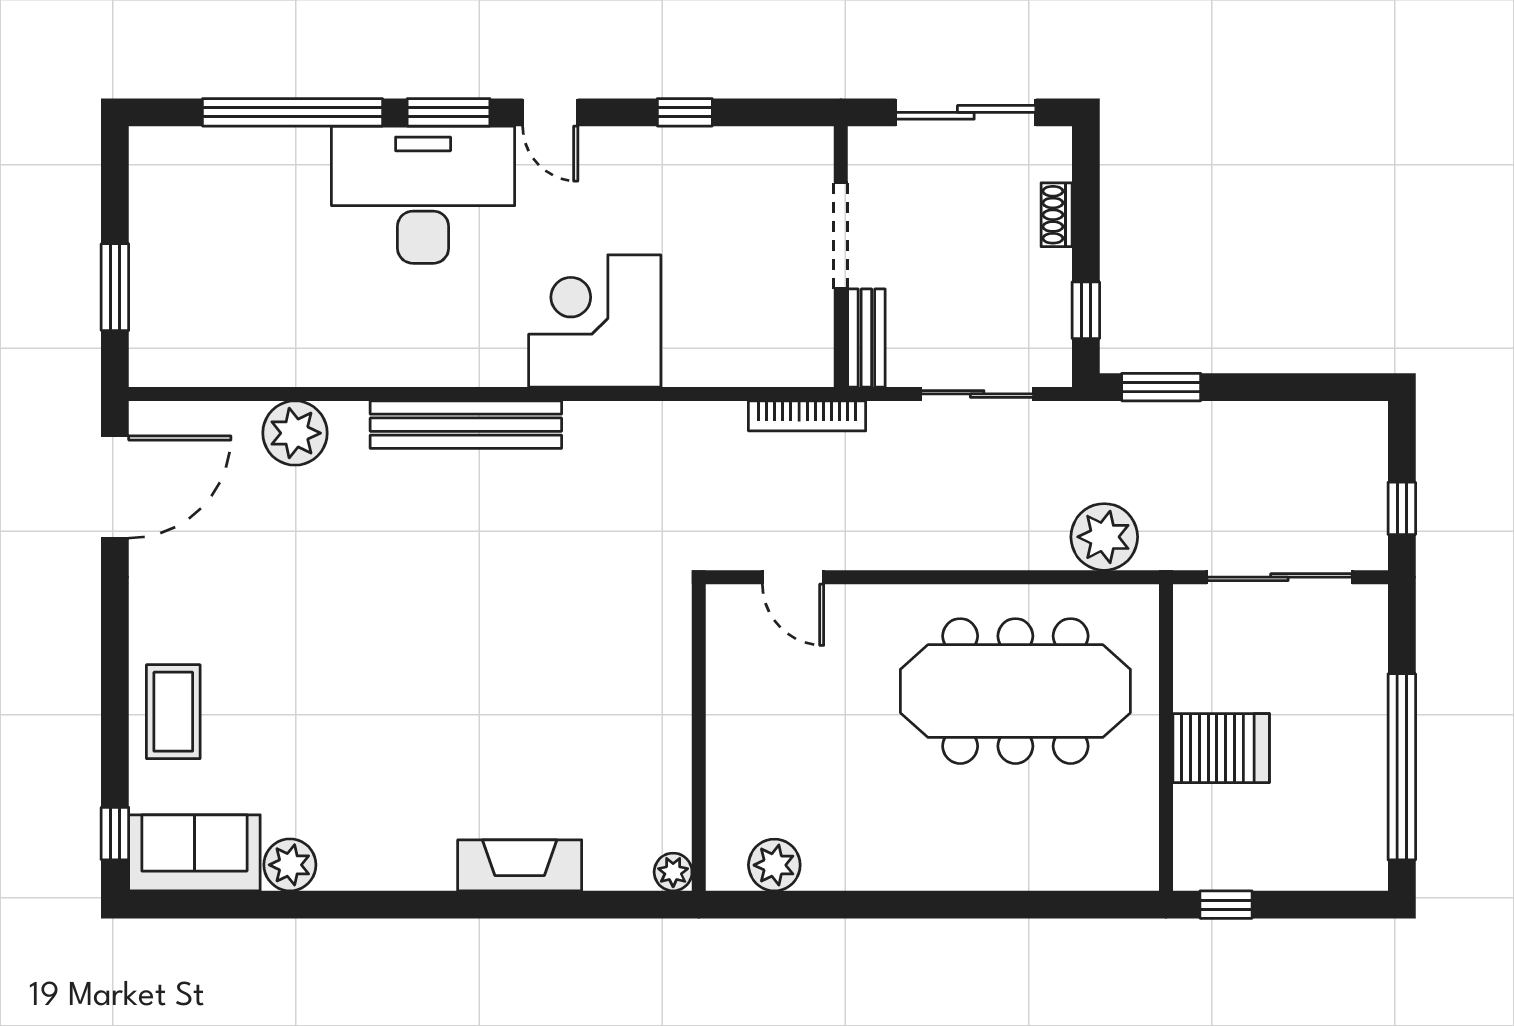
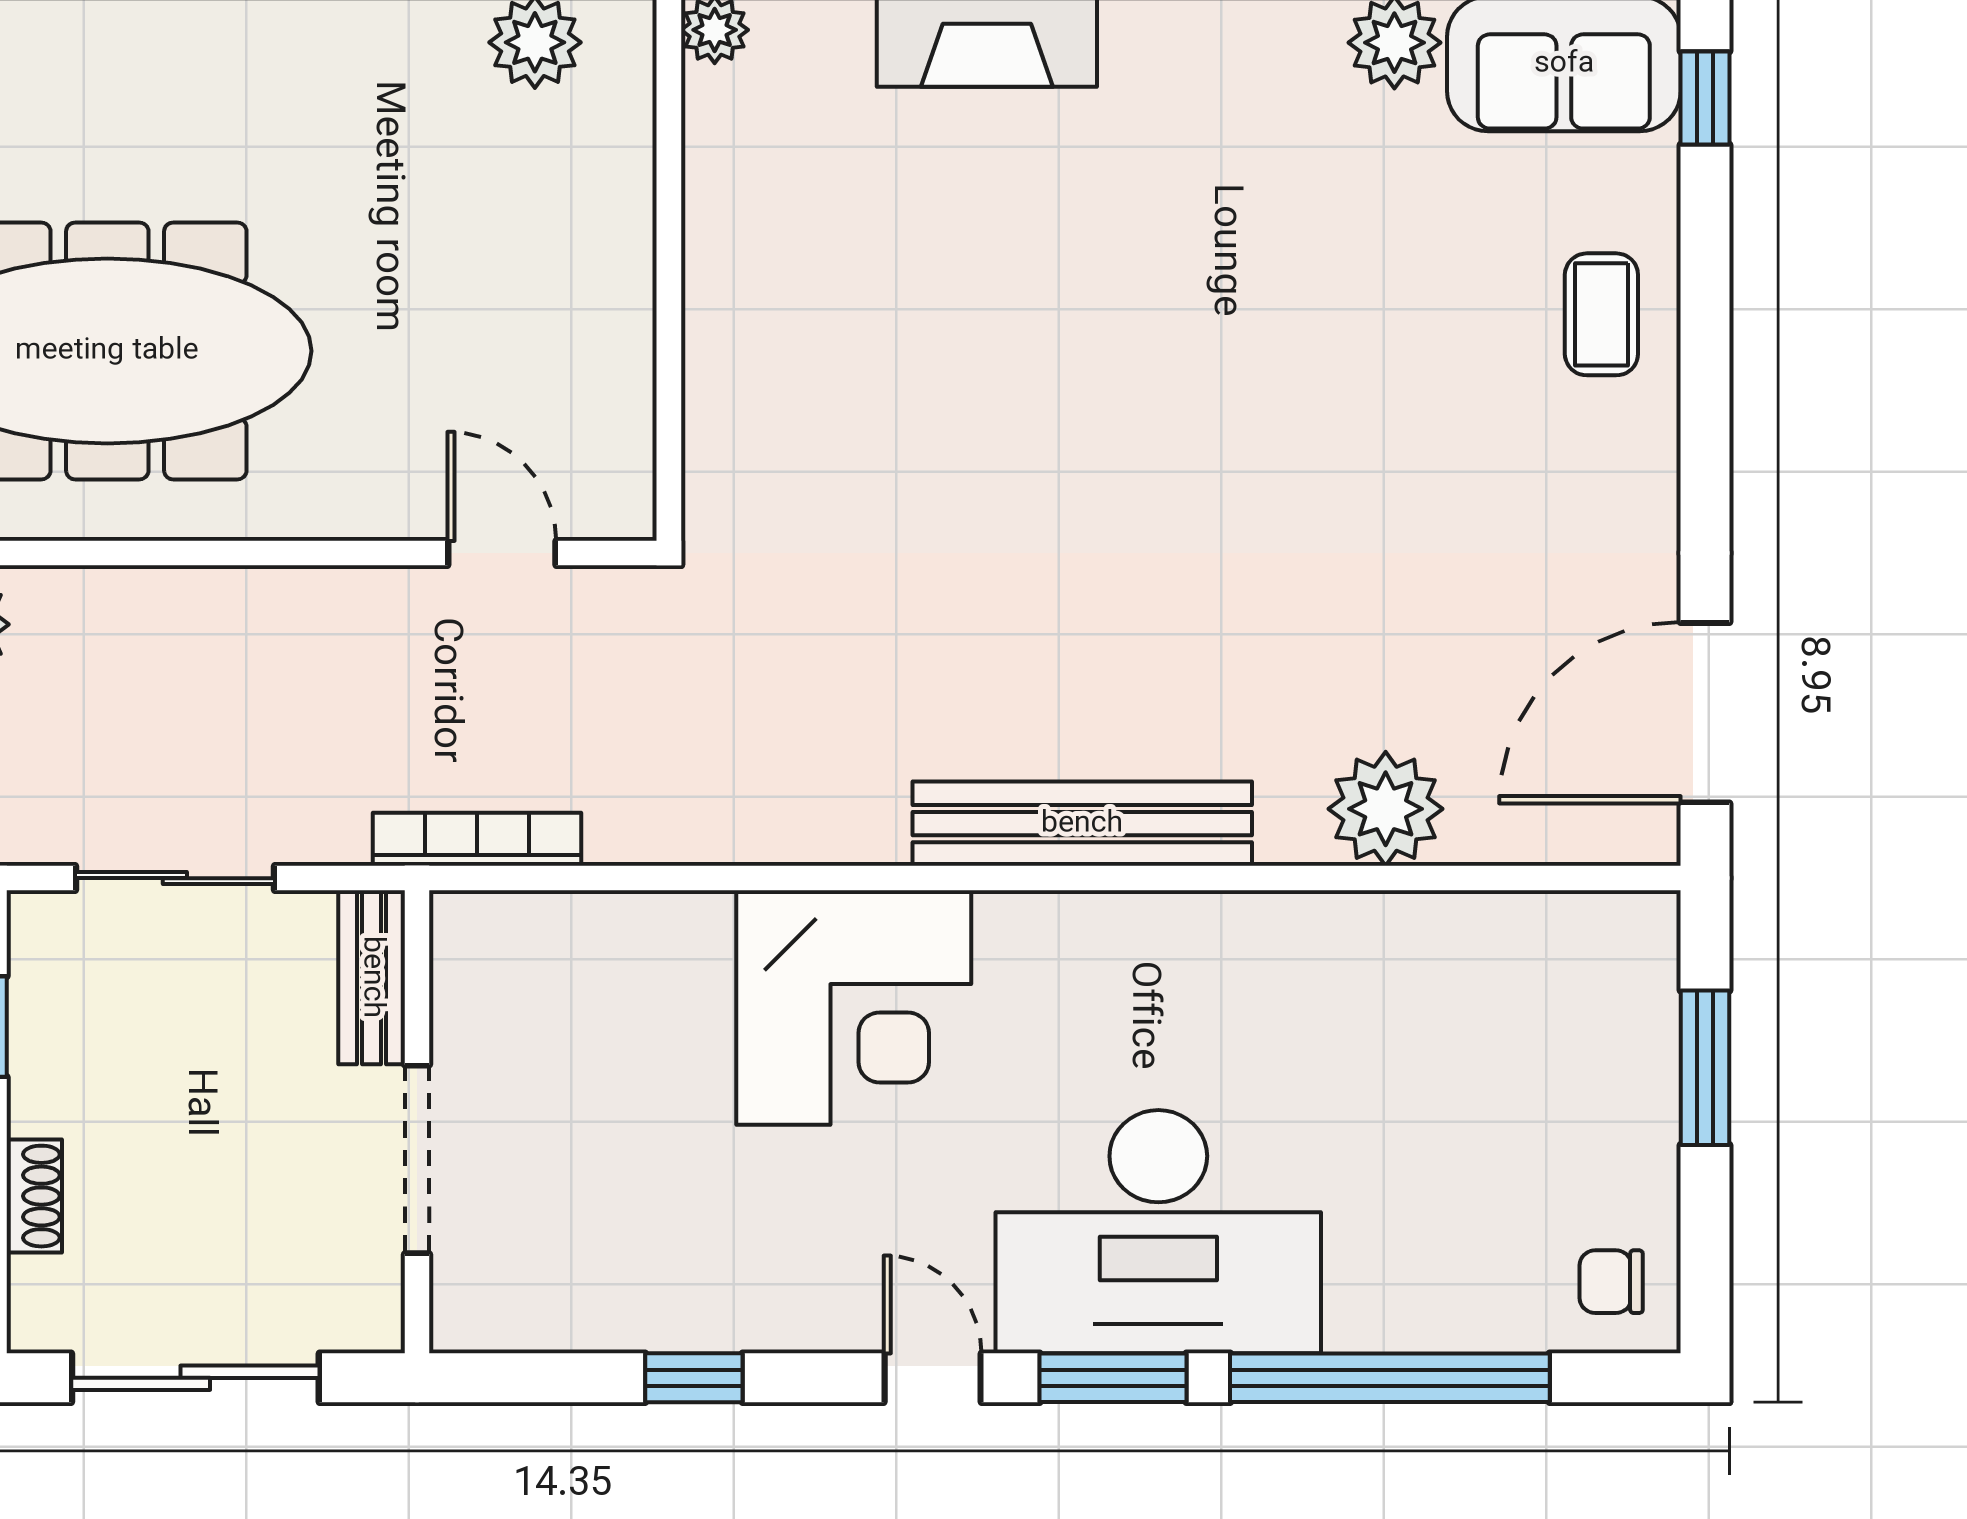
chair: (168, 166) -> (1611, 1282), added
coffee table: (173, 712) -> (1601, 314), width x0.73, depth x0.77

